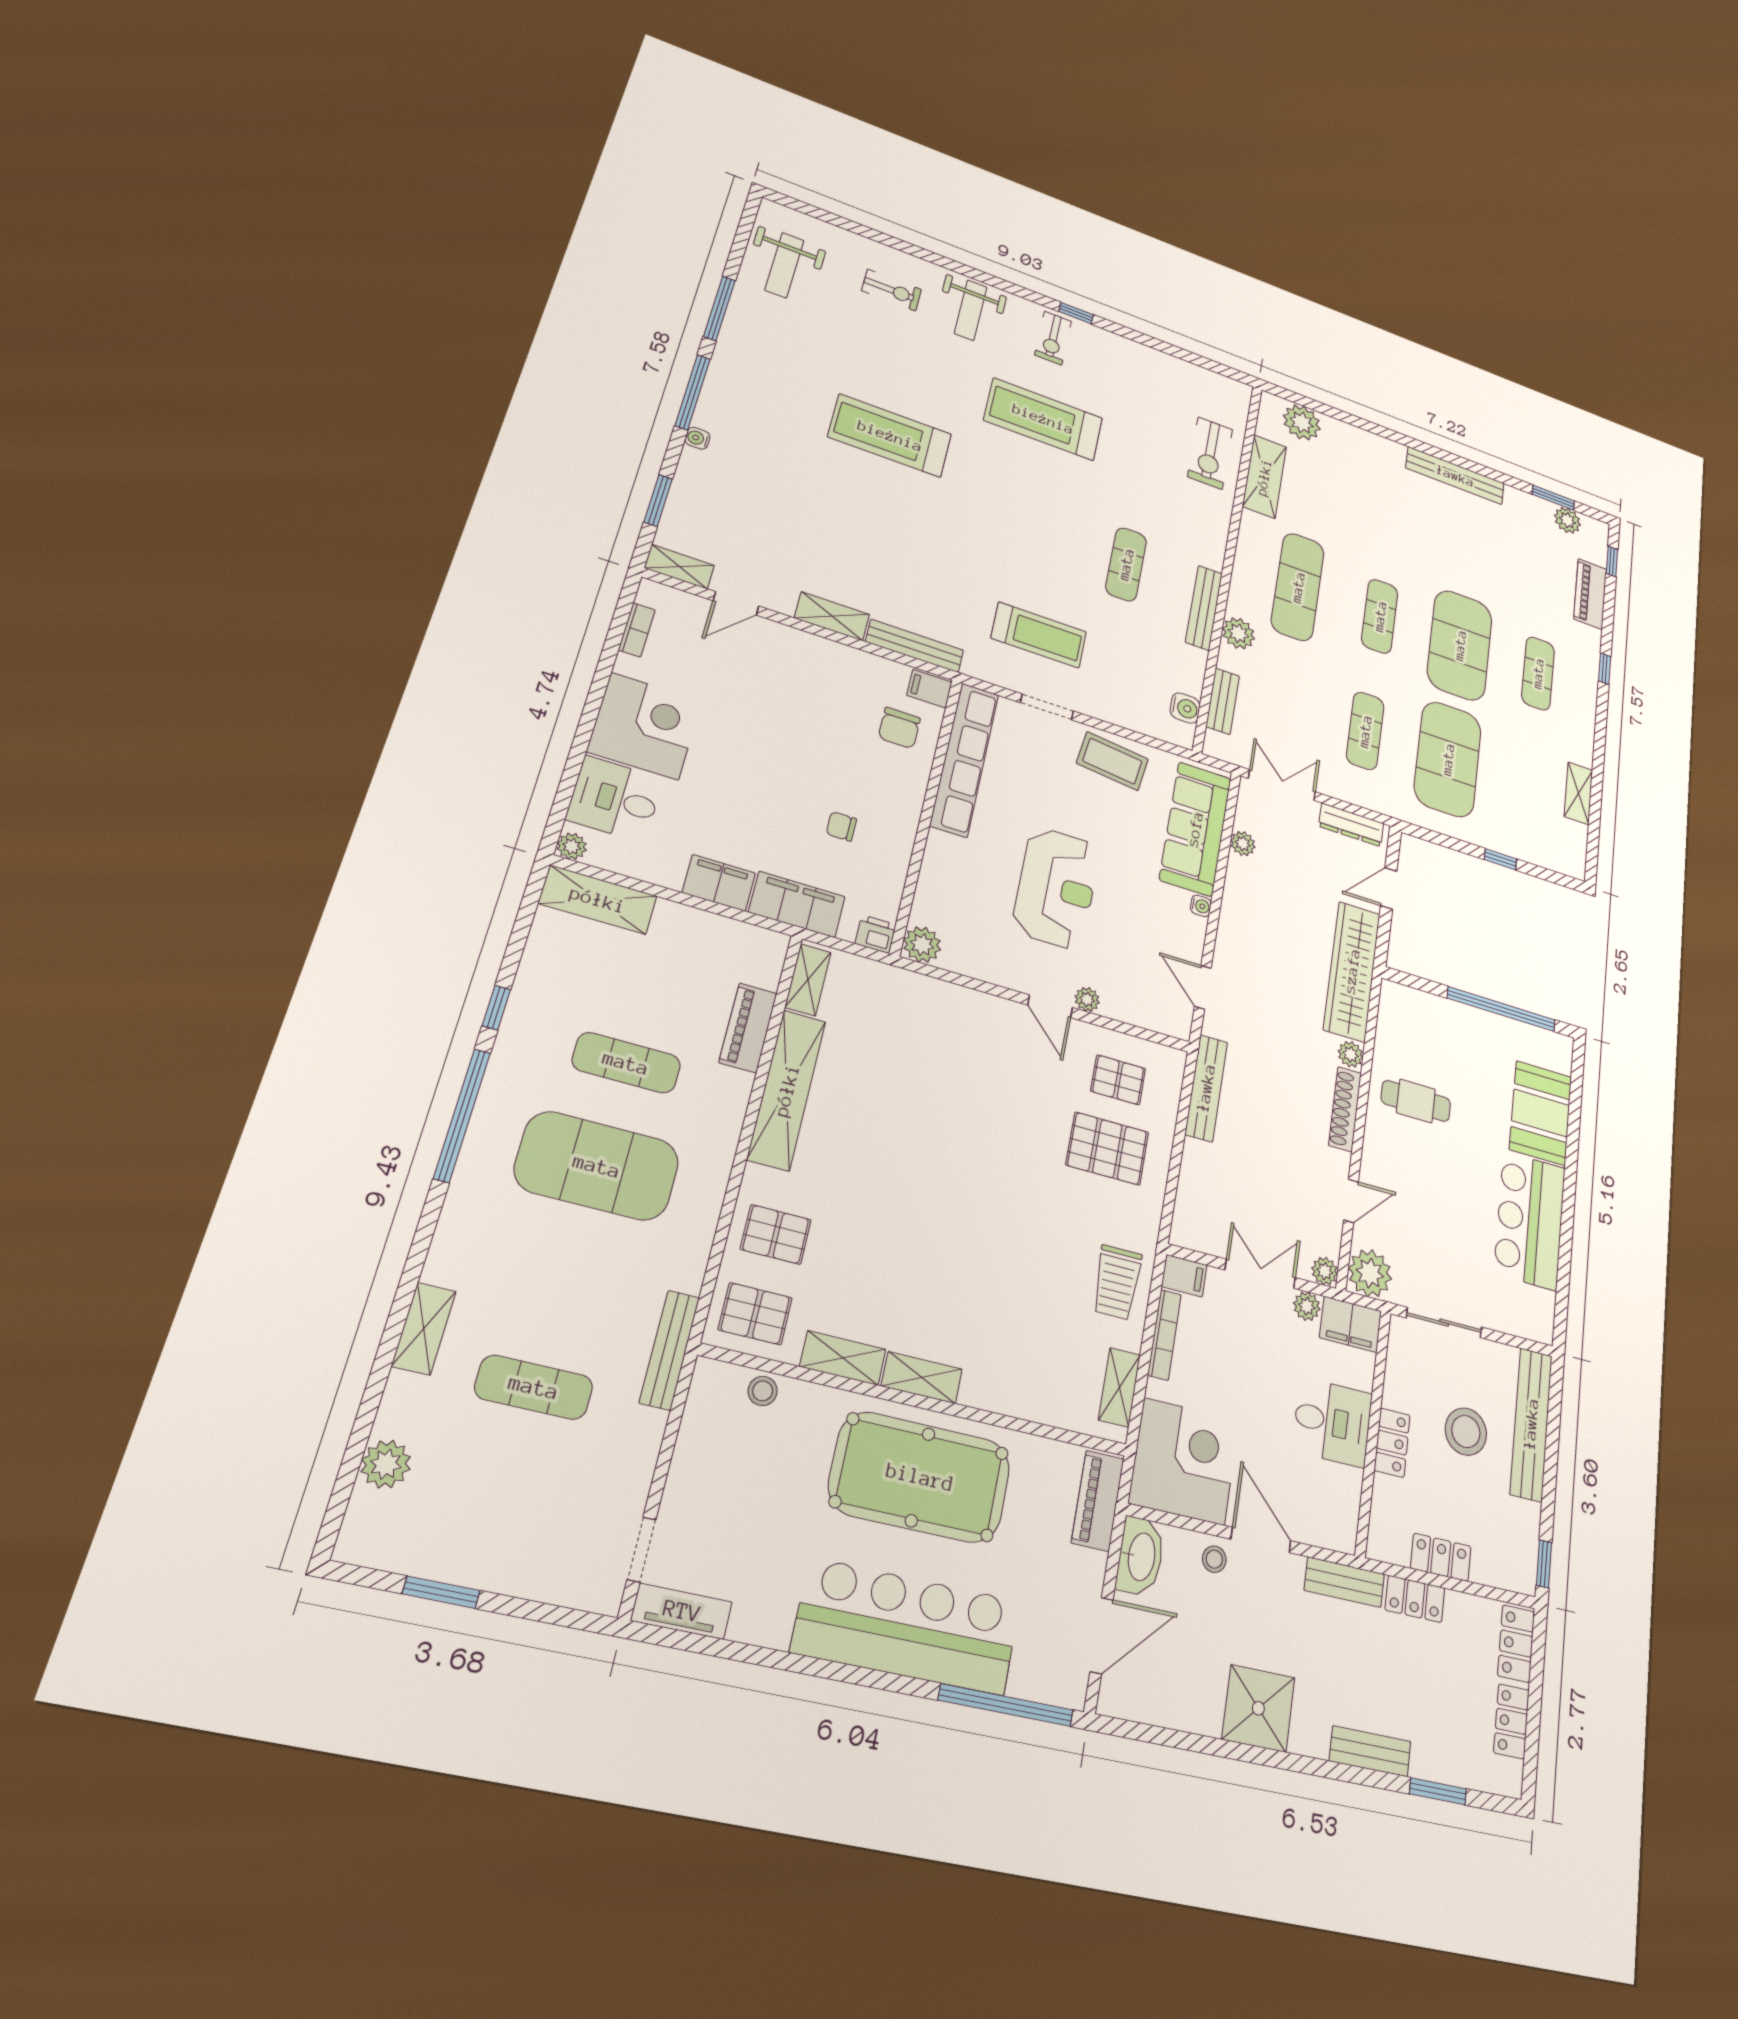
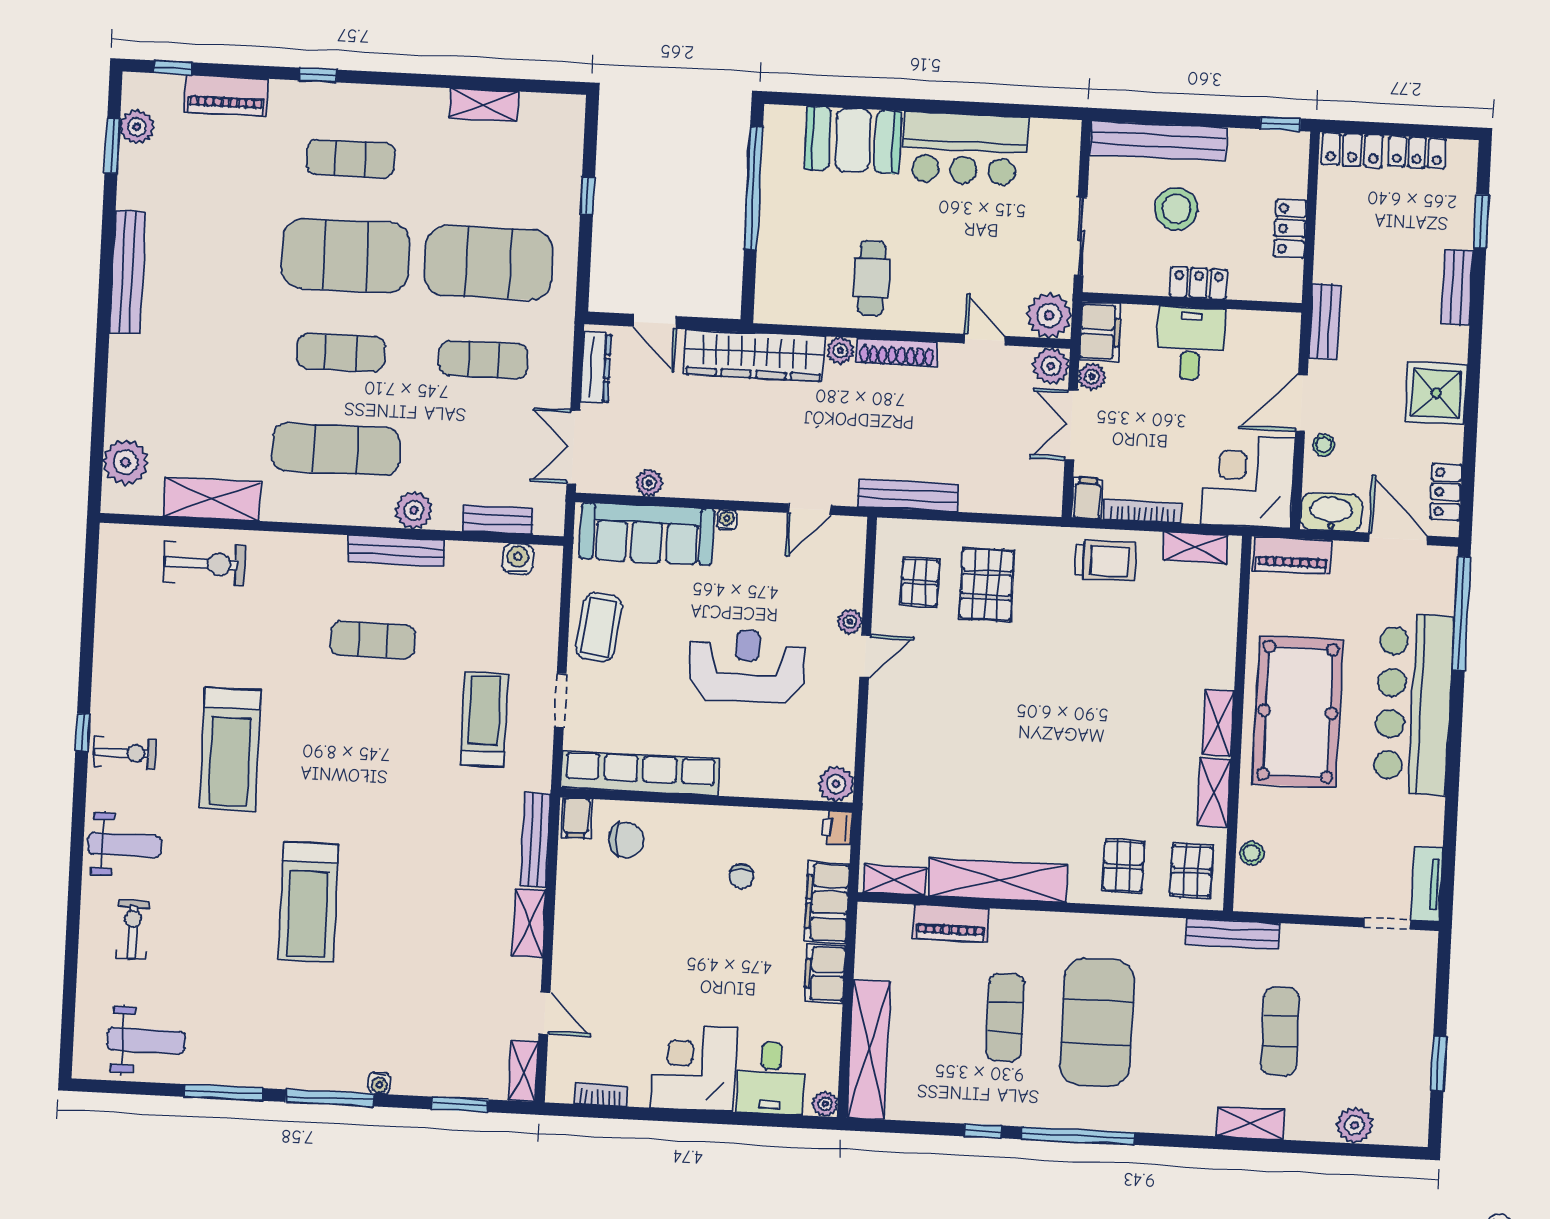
shelving: (598, 900) -> (869, 1050), width x1.47
plant: (1325, 1271) -> (1051, 366), width x1.38, depth x1.38
locker: (1415, 1599) -> (1446, 492), moved, turned 180

